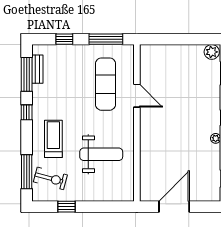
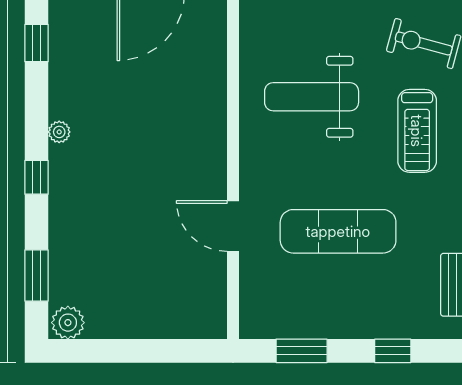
window: (106, 39) -> (302, 351), width x0.69
exercise mat: (106, 84) -> (338, 231), moved, turned 90

